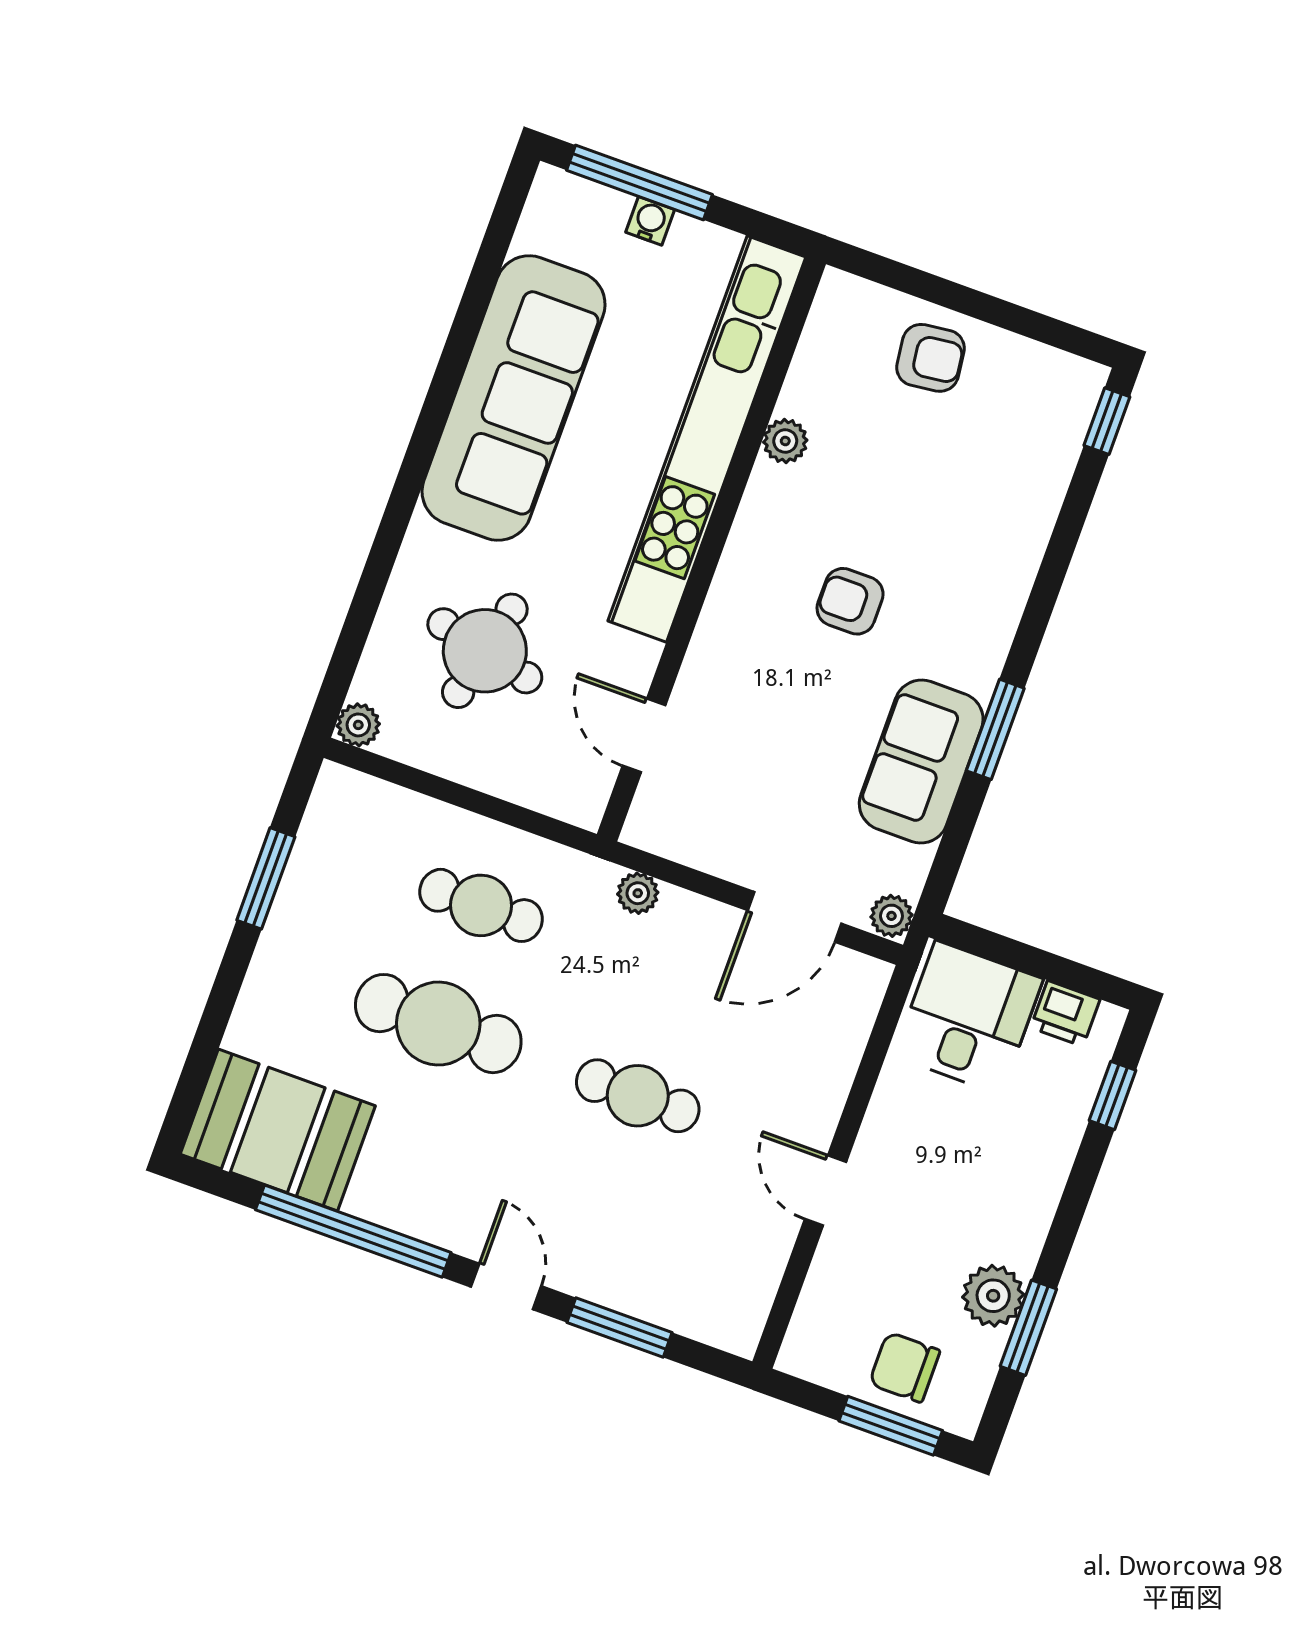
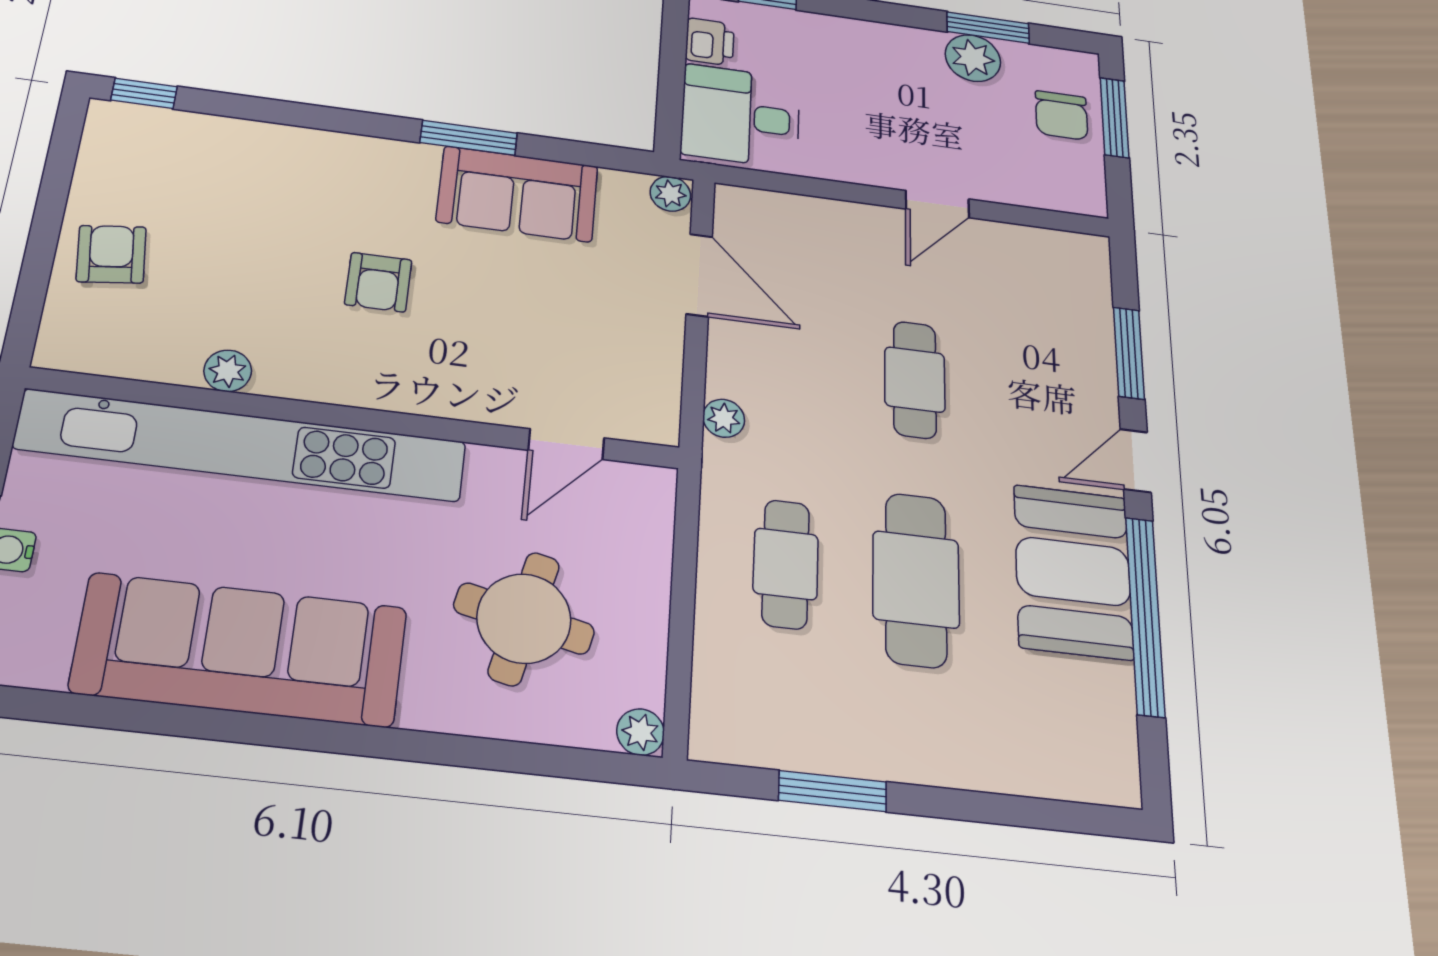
booth: (278, 1130) -> (1073, 571), moved

